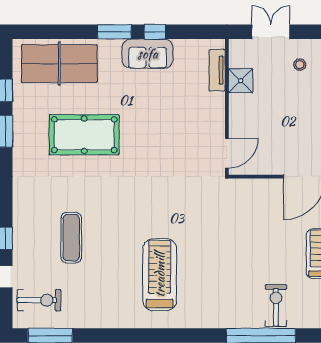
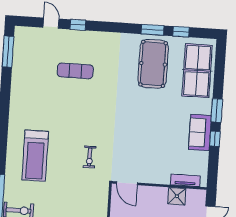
pool table: (84, 135) -> (153, 64), moved
treadmill: (160, 275) -> (35, 156), moved, turned 90
exercise bike: (39, 300) -> (90, 157), moved, width x0.73, depth x0.72

